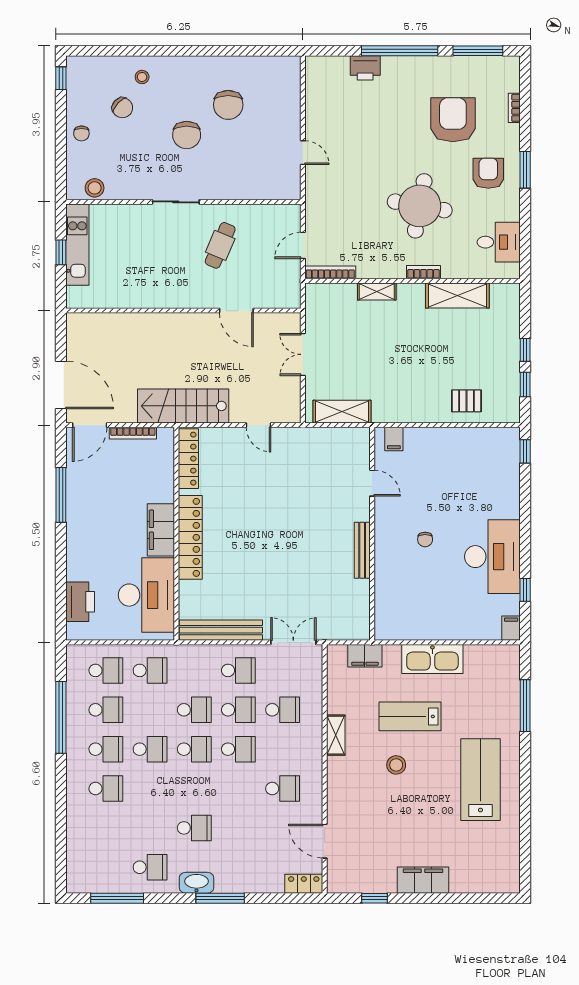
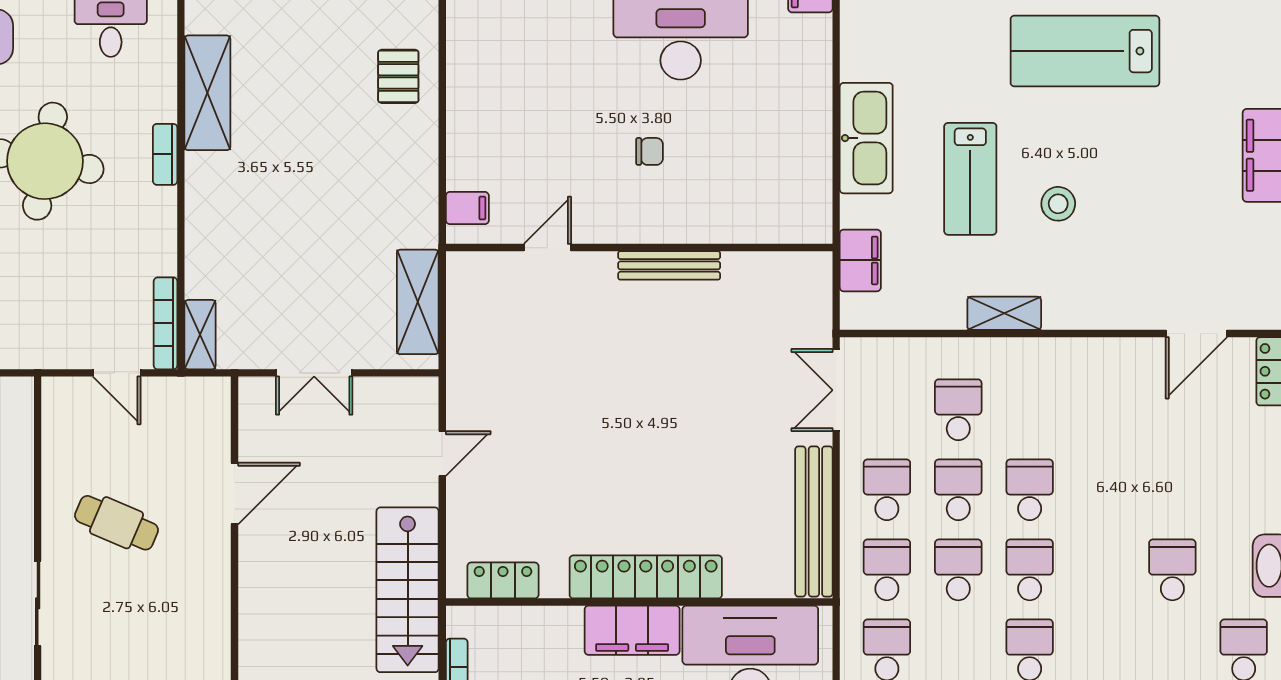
shelving: (377, 291) -> (200, 335), moved
locker: (188, 459) -> (503, 580), width x0.66
school desk: (283, 789) -> (887, 570), moved

